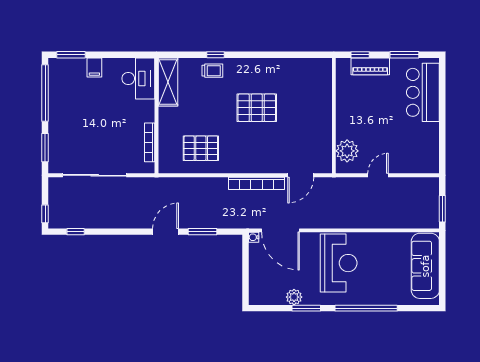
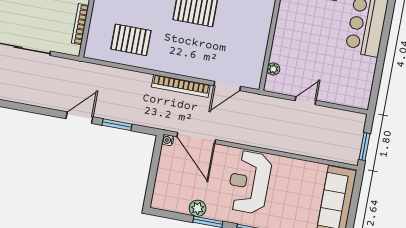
plant: (347, 151) -> (273, 69), width x0.53, depth x0.53
reception desk: (339, 263) -> (249, 182), turned 180

